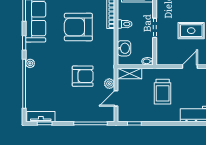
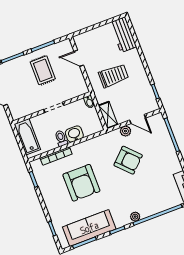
washbasin: (124, 48) -> (74, 134), moved
armchair: (83, 76) -> (128, 160), turned 136

